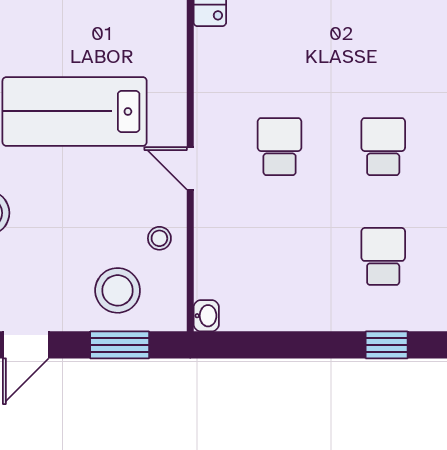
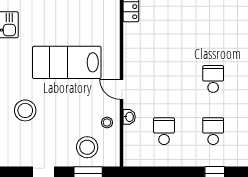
school desk: (280, 147) -> (164, 131), moved
washbasin: (206, 316) -> (129, 117), moved

